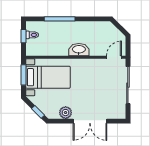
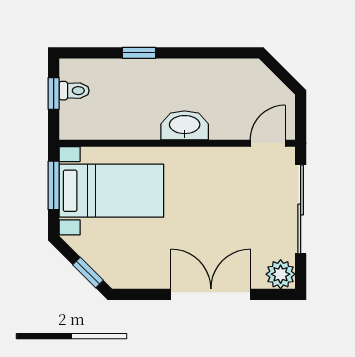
window: (60, 19) -> (139, 53), width x0.46
plant: (66, 113) -> (281, 274), moved
double door: (90, 121) -> (211, 294), swing flipped

